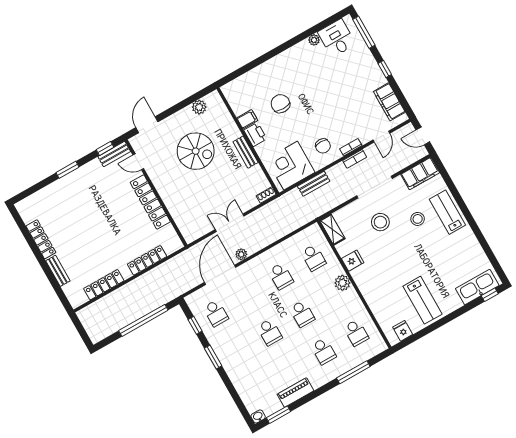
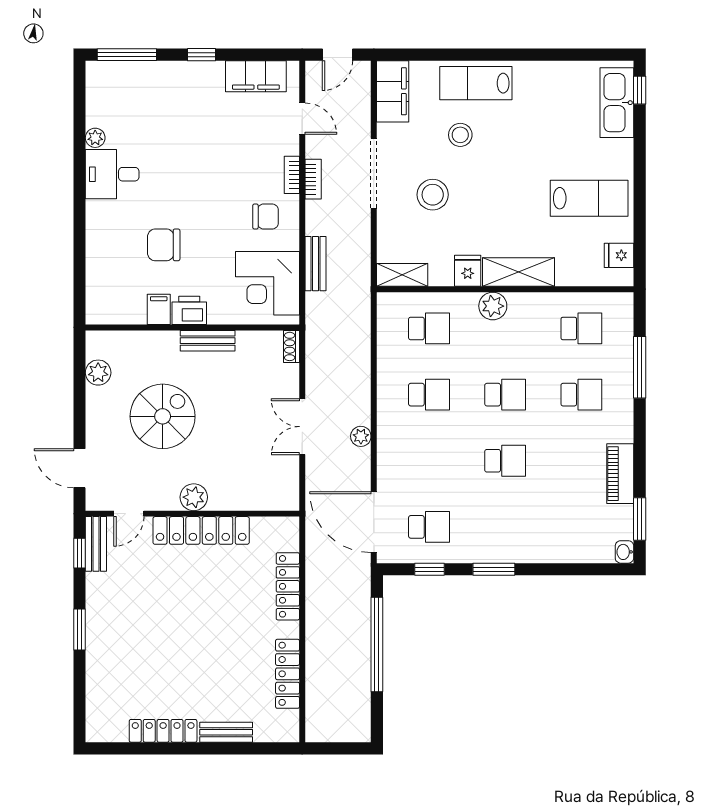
desk: (337, 38) -> (112, 174), moved
plant: (165, 189) -> (194, 497), added
door: (220, 275) -> (374, 522), moved
shelving: (366, 286) -> (519, 272), added

